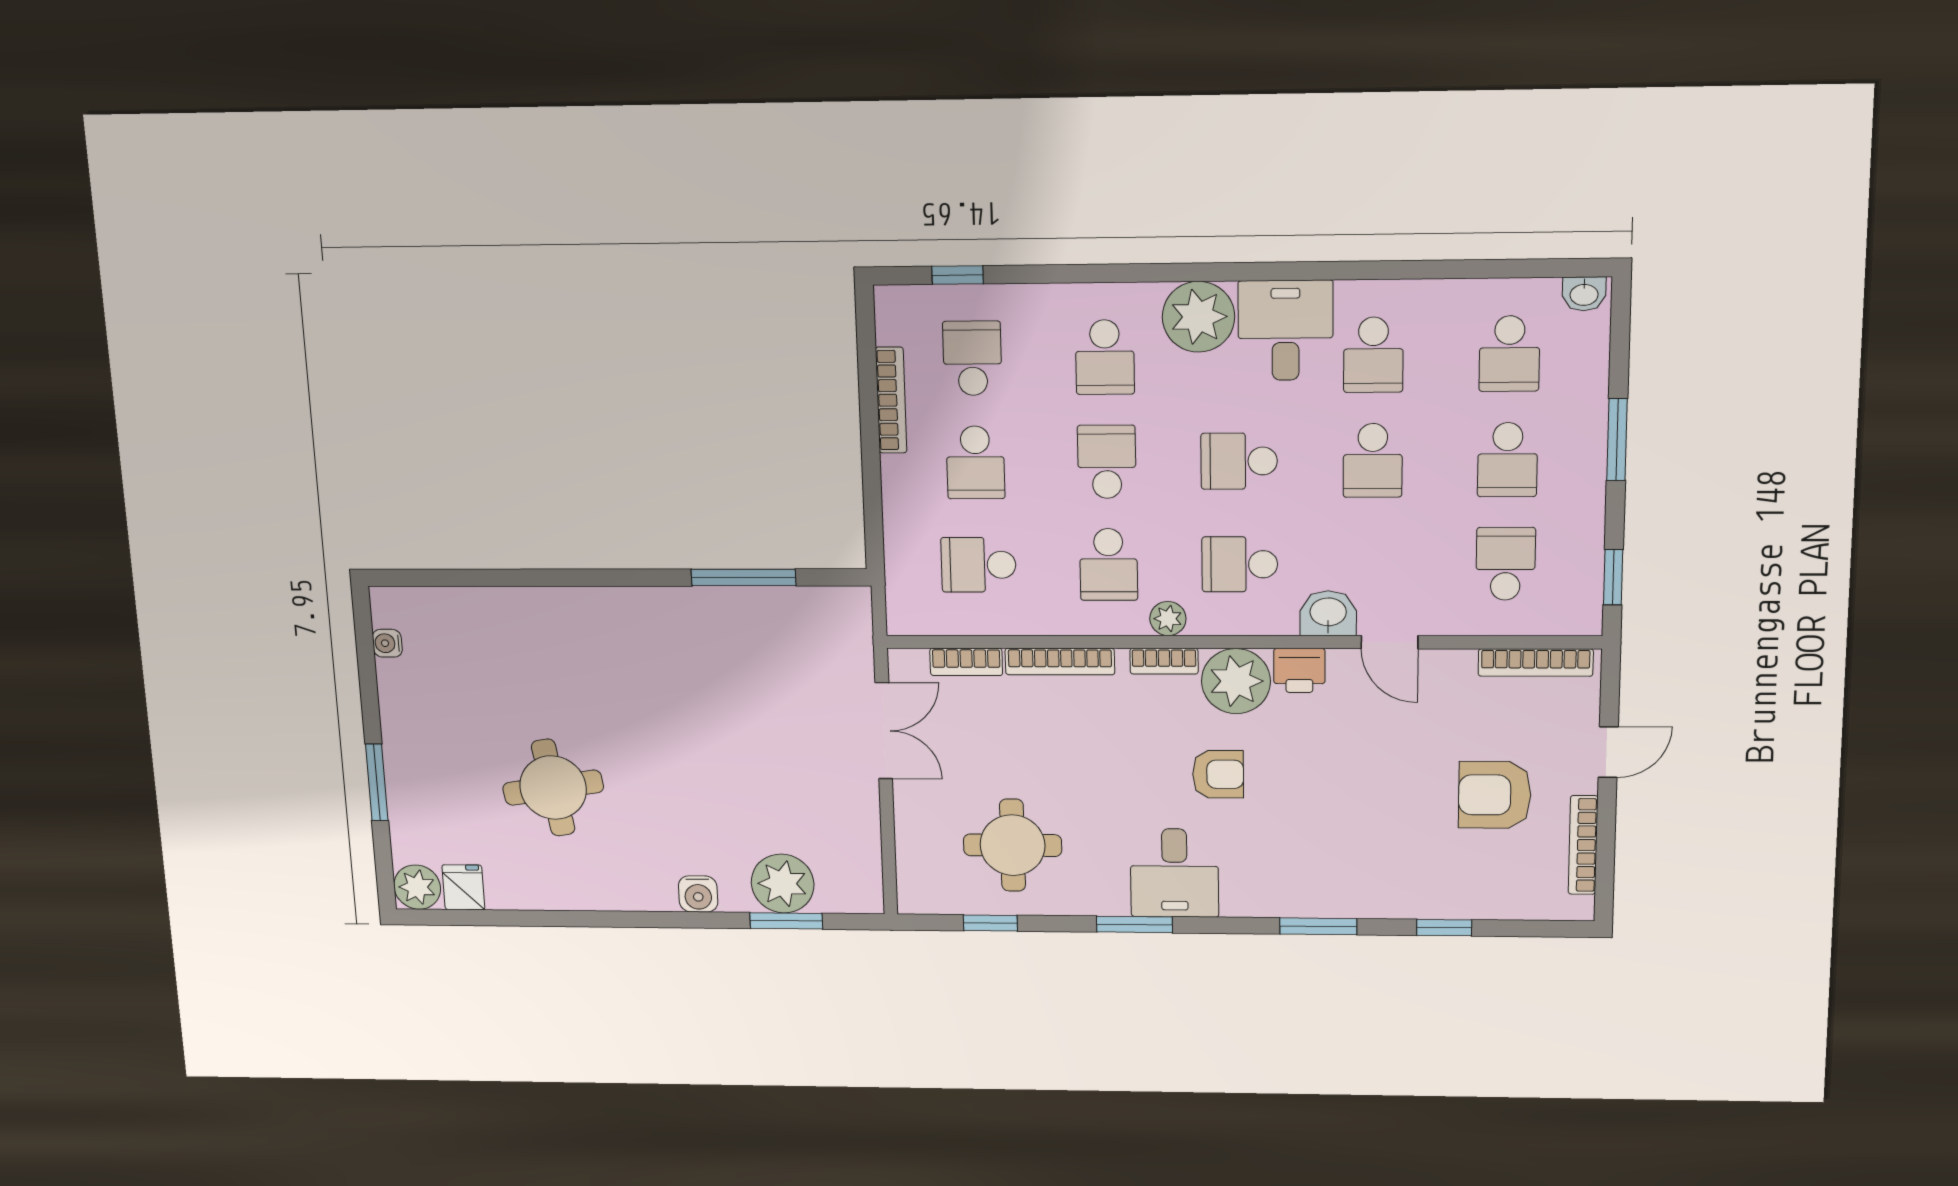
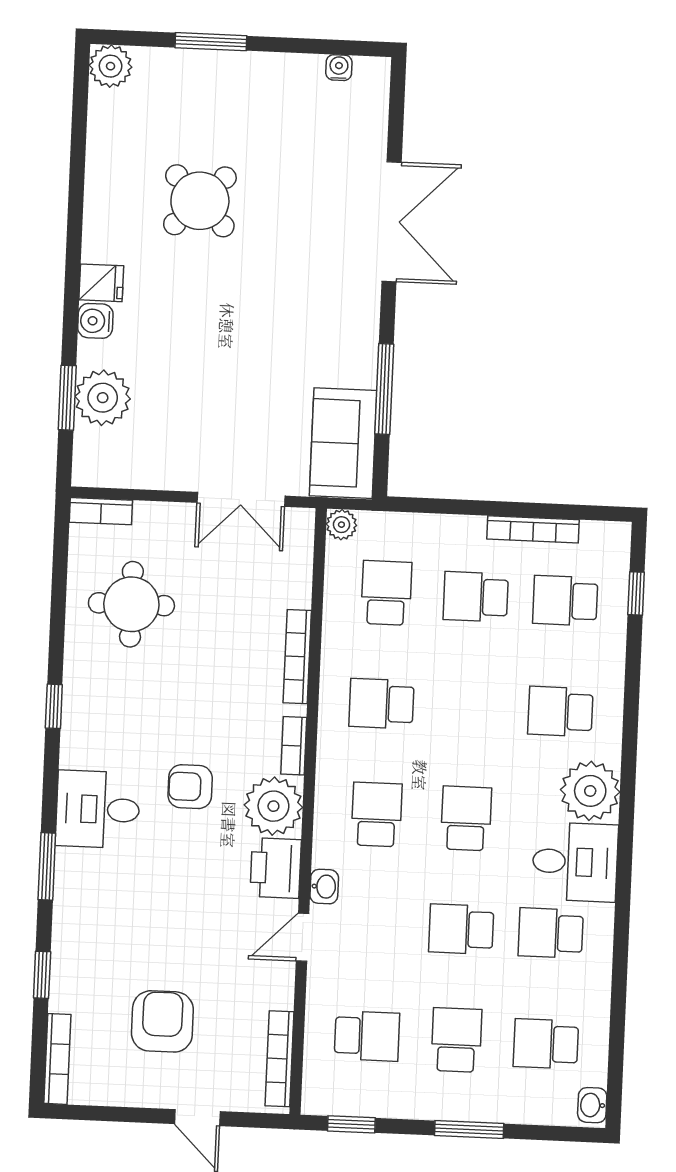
school desk: (972, 358) -> (565, 601), turned 180
school desk: (1507, 460) -> (456, 1040), turned 90
school desk: (1107, 462) -> (471, 708), removed
double door: (553, 578) -> (392, 222), added
washbasin: (1328, 613) -> (324, 887), width x0.72, depth x0.69
plant: (1168, 619) -> (341, 525), moved
sofa: (810, 621) -> (343, 443), added
bookcase: (966, 662) -> (101, 511), moved, turned -90
printer: (1299, 671) -> (276, 868), width x1.36, depth x1.24
armchair: (1218, 774) -> (190, 787), turned 90
round table: (553, 788) -> (200, 201), turned -36
bookcase: (1583, 845) -> (57, 1059), moved, turned 90
desk: (1174, 873) -> (98, 809), moved
fridge: (463, 887) -> (101, 283), moved
window: (990, 923) -> (59, 580), removed
window: (1134, 924) -> (54, 706), width x0.67

